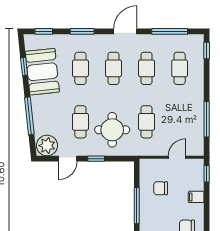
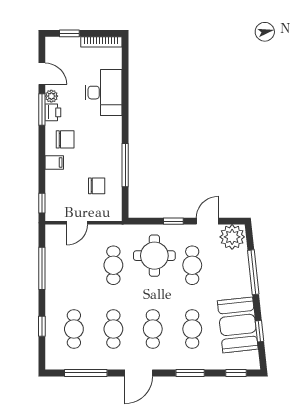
window: (207, 50) -> (42, 326), moved
filing cabinet: (196, 197) -> (54, 162), moved

